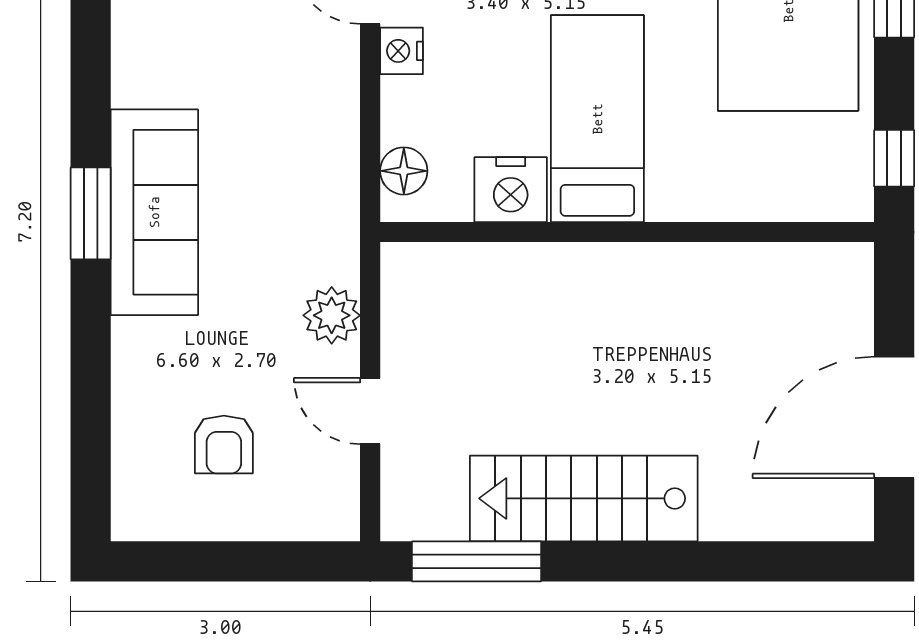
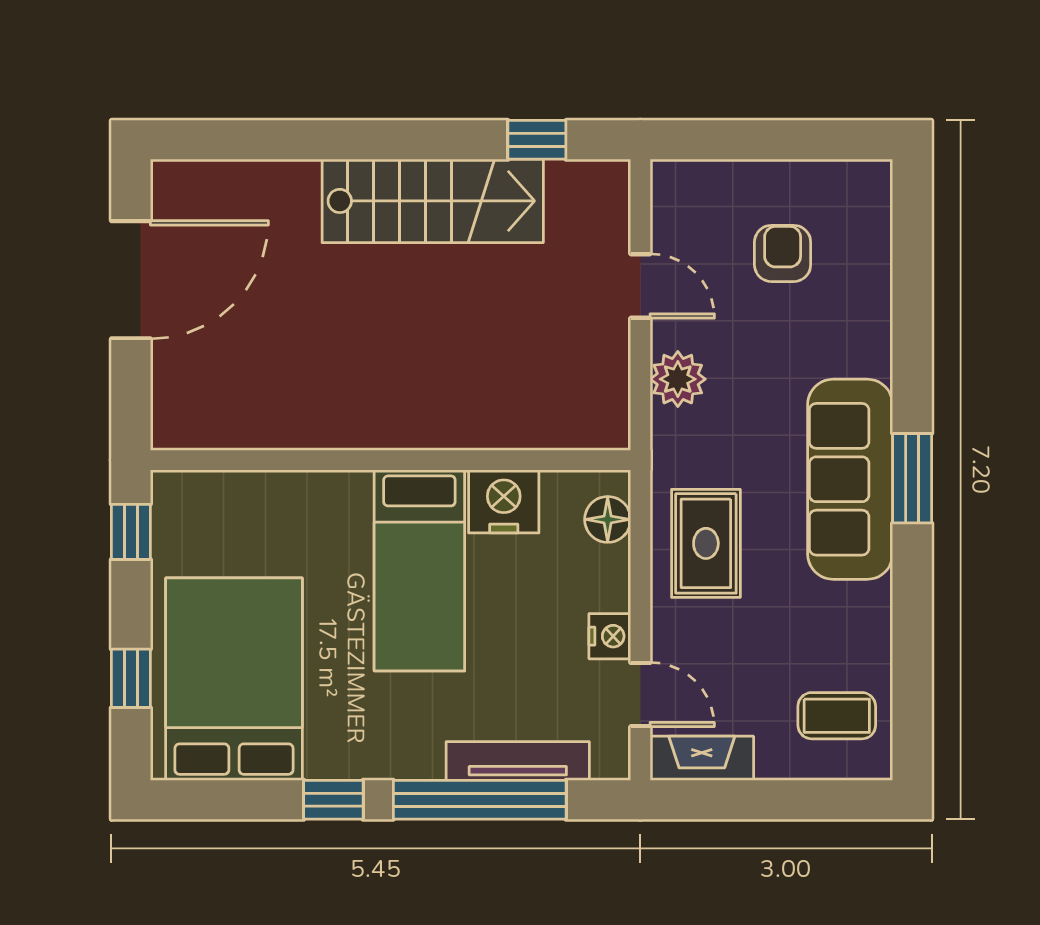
rug: (303, 146) -> (706, 543), added
window: (477, 561) -> (537, 140), width x0.46

